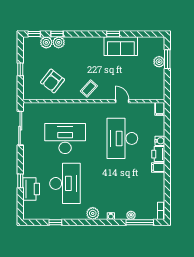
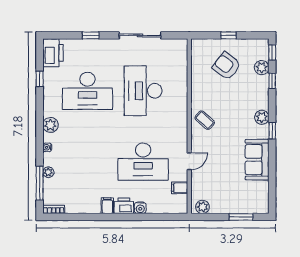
window: (113, 34) -> (272, 131), moved
plant: (59, 42) -> (262, 117), moved
plant: (159, 62) -> (202, 207), moved
armchair: (52, 81) -> (227, 66), moved
filing cabinet: (160, 109) -> (180, 188), moved
sliding door: (20, 128) -> (140, 35), moved
desk: (65, 138) -> (143, 91), turned 180
desk: (122, 138) -> (143, 162), turned 180
printer: (31, 189) -> (53, 53), moved, turned -90

